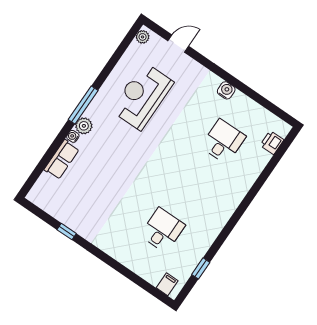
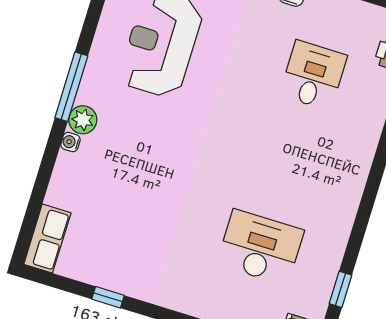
row of seats: (62, 159) -> (47, 239), moved
desk: (163, 230) -> (260, 247), width x1.37

